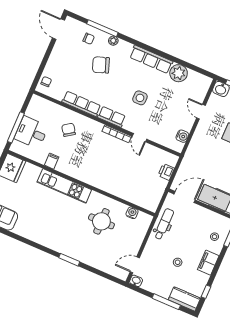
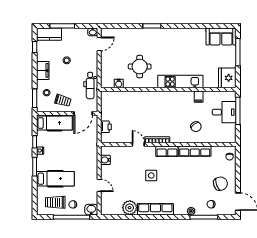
chair: (101, 65) -> (220, 184), moved
trolley: (201, 221) -> (63, 101), added

